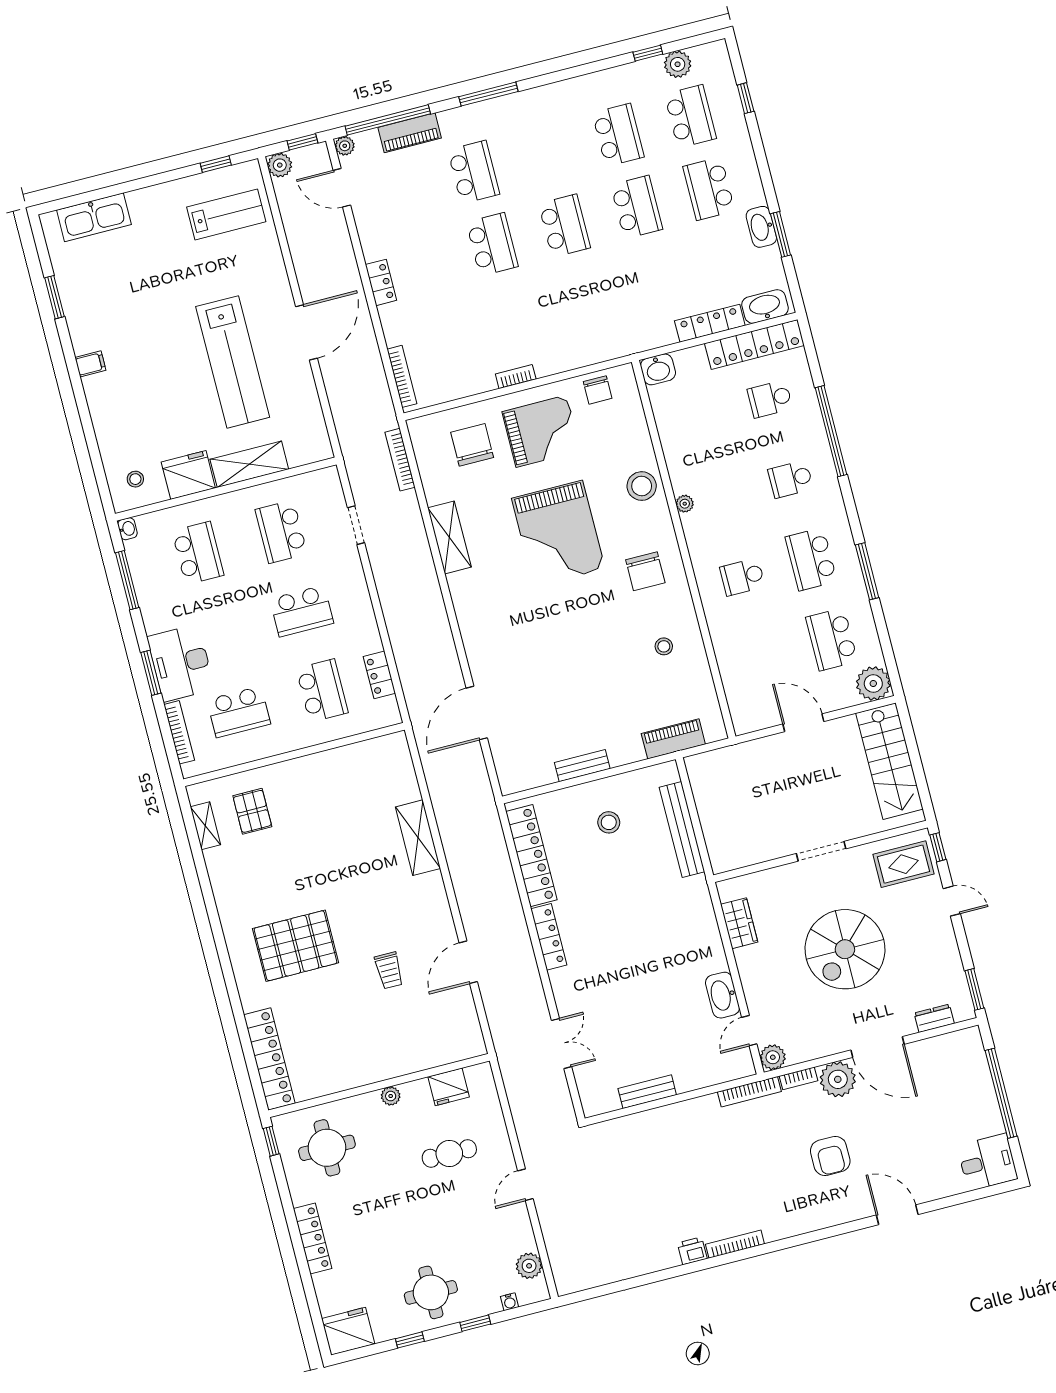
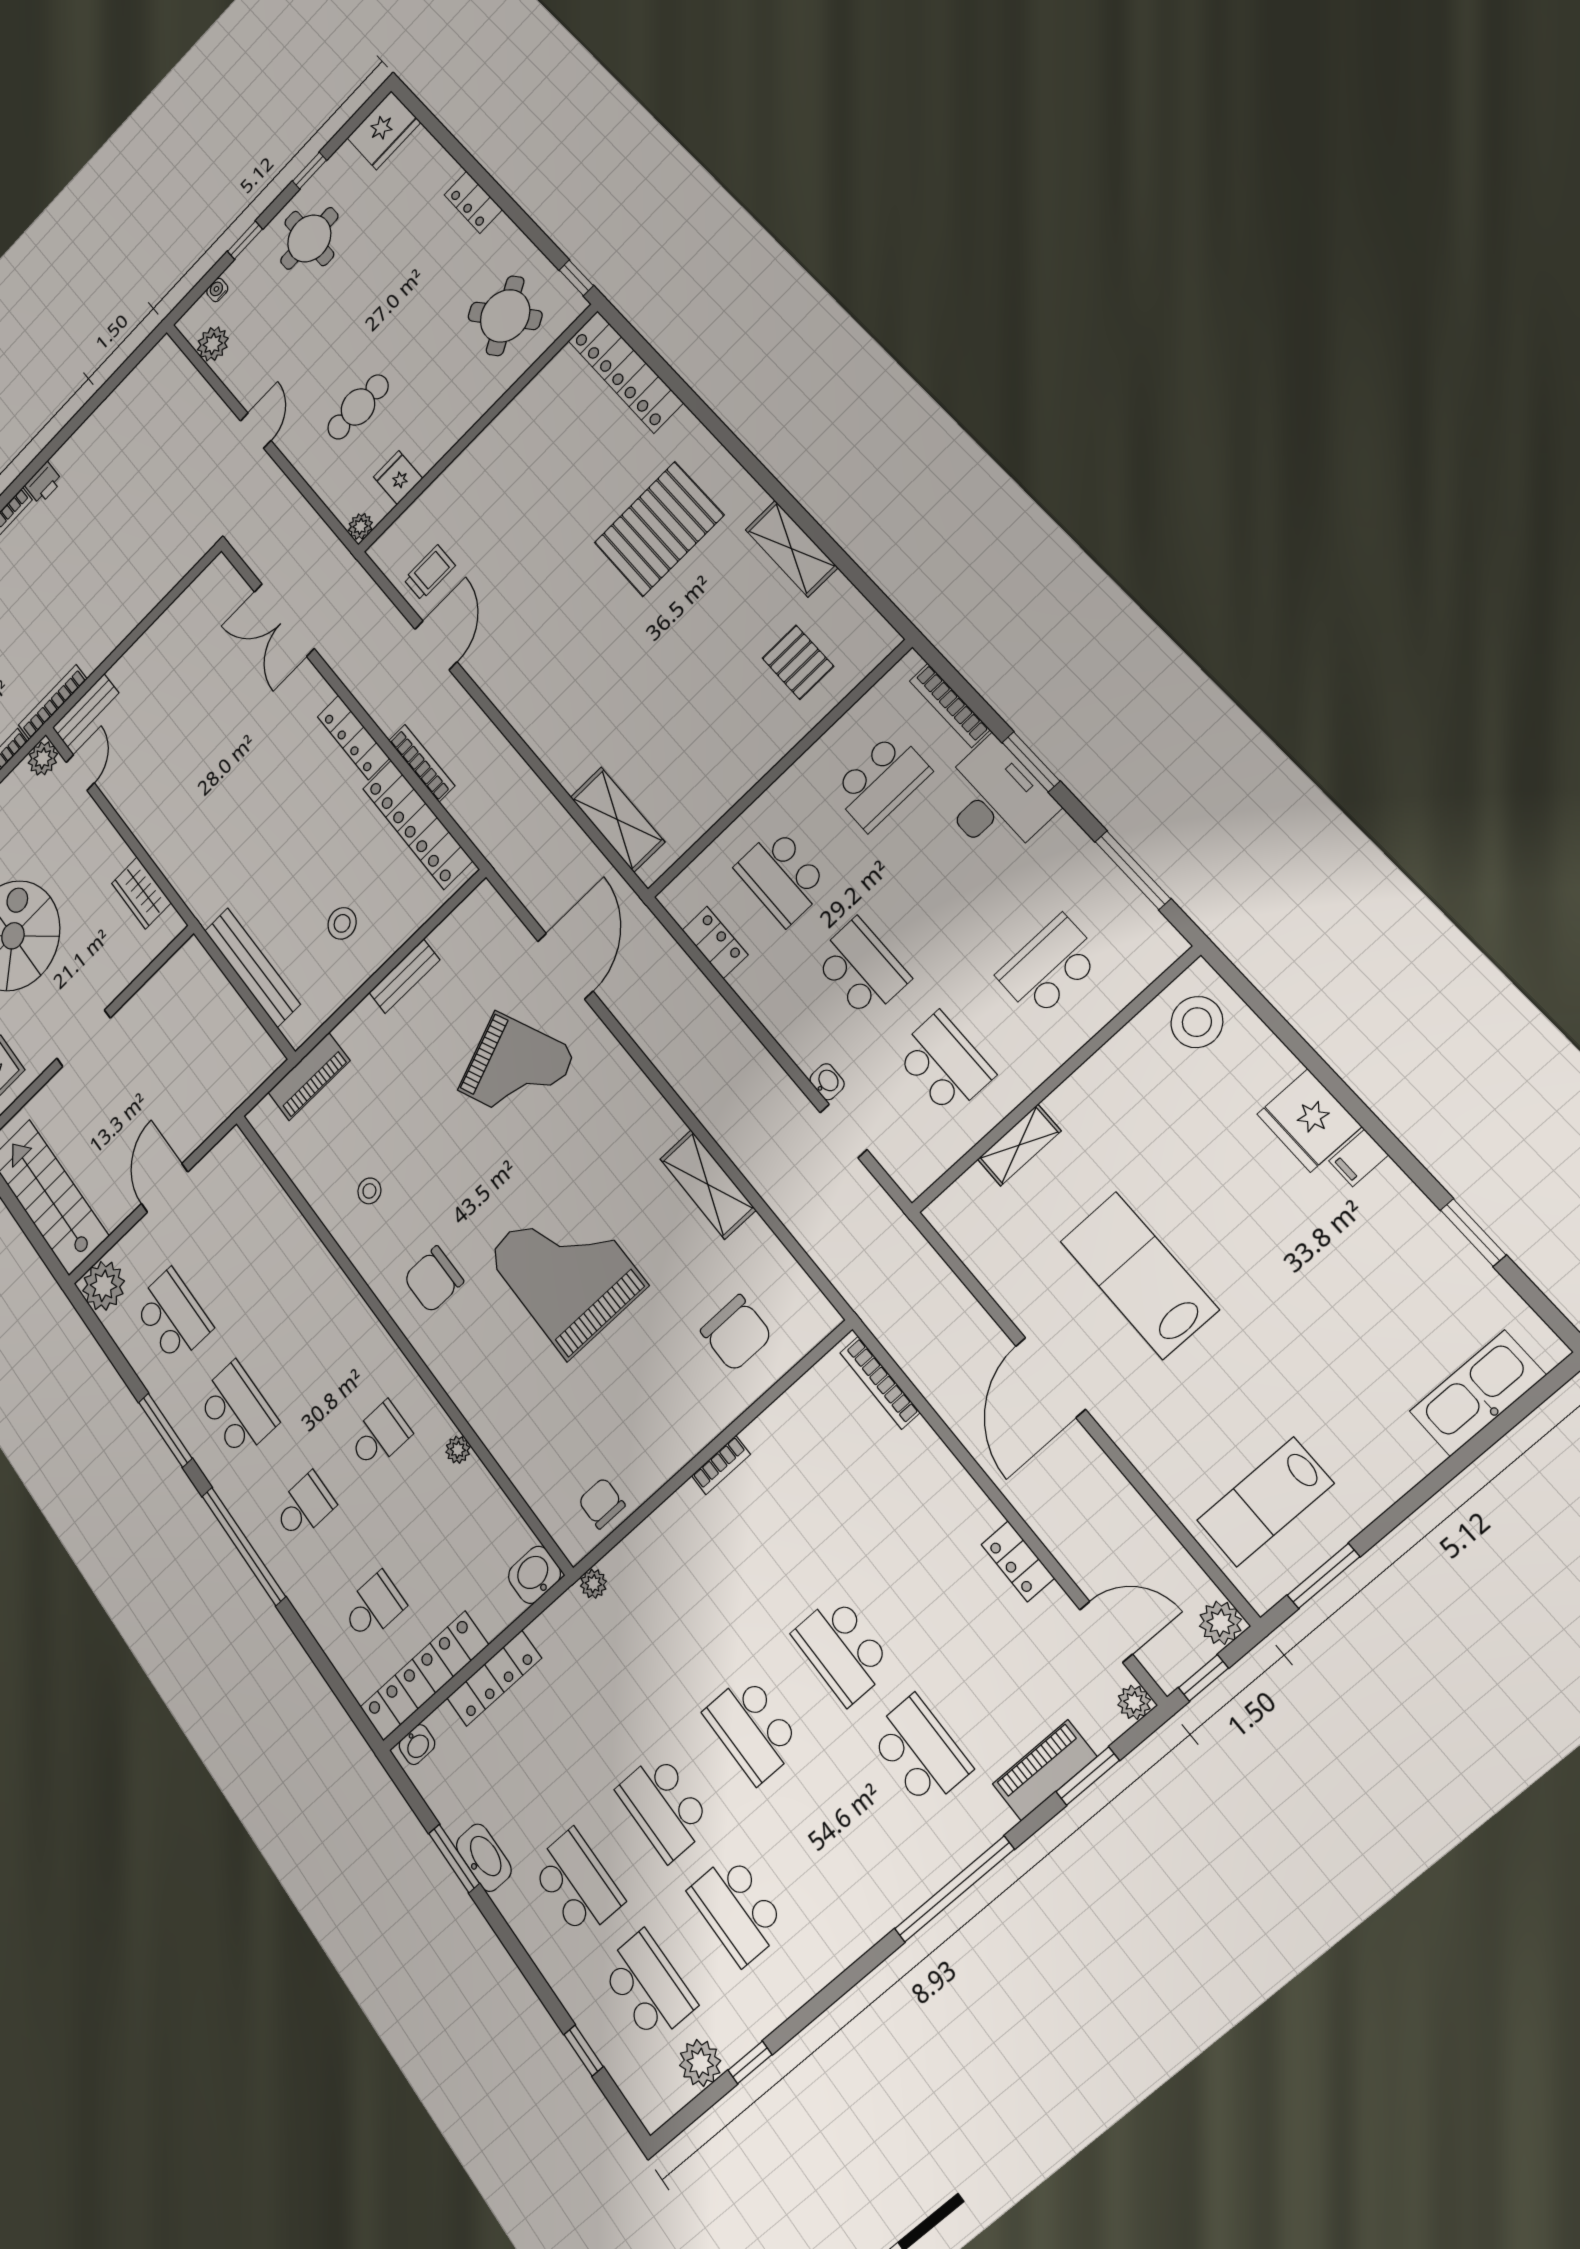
window: (488, 94) -> (954, 1889), width x1.46
school desk: (690, 116) -> (648, 1986), turned 180
window: (388, 120) -> (1088, 1776), width x0.47
window: (216, 164) -> (1323, 1576), width x1.50
school desk: (474, 172) -> (920, 1751), turned 180
locker: (381, 282) -> (1018, 1561), moved
washbasin: (765, 306) -> (417, 1745), width x0.52, depth x0.69
plant: (623, 347) -> (593, 1584), added
lab bench: (233, 362) -> (1139, 1275), width x0.73
grand piano: (541, 431) -> (517, 1070), moved, turned -113
window: (831, 431) -> (244, 1546), moved
bookcase: (400, 460) -> (422, 763), moved
shelving: (249, 464) -> (1019, 1145), width x0.67, depth x0.75
fridge: (188, 475) -> (1309, 1120), moved, turned 90
stool: (135, 479) -> (1197, 1022), width x1.89, depth x1.89
stool: (642, 486) -> (487, 1395), removed
plant: (685, 504) -> (458, 1450), moved
washbasin: (127, 529) -> (827, 1082), moved, turned 180
school desk: (198, 553) -> (1049, 967), turned 90
chair: (645, 571) -> (434, 1279), turned -90
school desk: (742, 577) -> (380, 1436), moved
school desk: (302, 611) -> (861, 968), turned 90
school desk: (239, 712) -> (881, 781), turned 180
door: (803, 723) -> (165, 1188), swing flipped
shelving: (205, 826) -> (791, 549), moved, width x1.50, depth x1.33
shelving: (418, 838) -> (617, 820), moved
trolley: (389, 970) -> (429, 573), moved, turned 90
washbasin: (723, 995) -> (126, 795), removed
double door: (562, 1043) -> (284, 620), width x1.37
fridge: (449, 1087) -> (398, 478), width x0.72
bench: (647, 1092) -> (86, 710), moved
plant: (391, 1096) -> (360, 526), moved
round table: (327, 1148) -> (505, 316), turned -33
locker: (313, 1239) -> (473, 202), width x0.66

